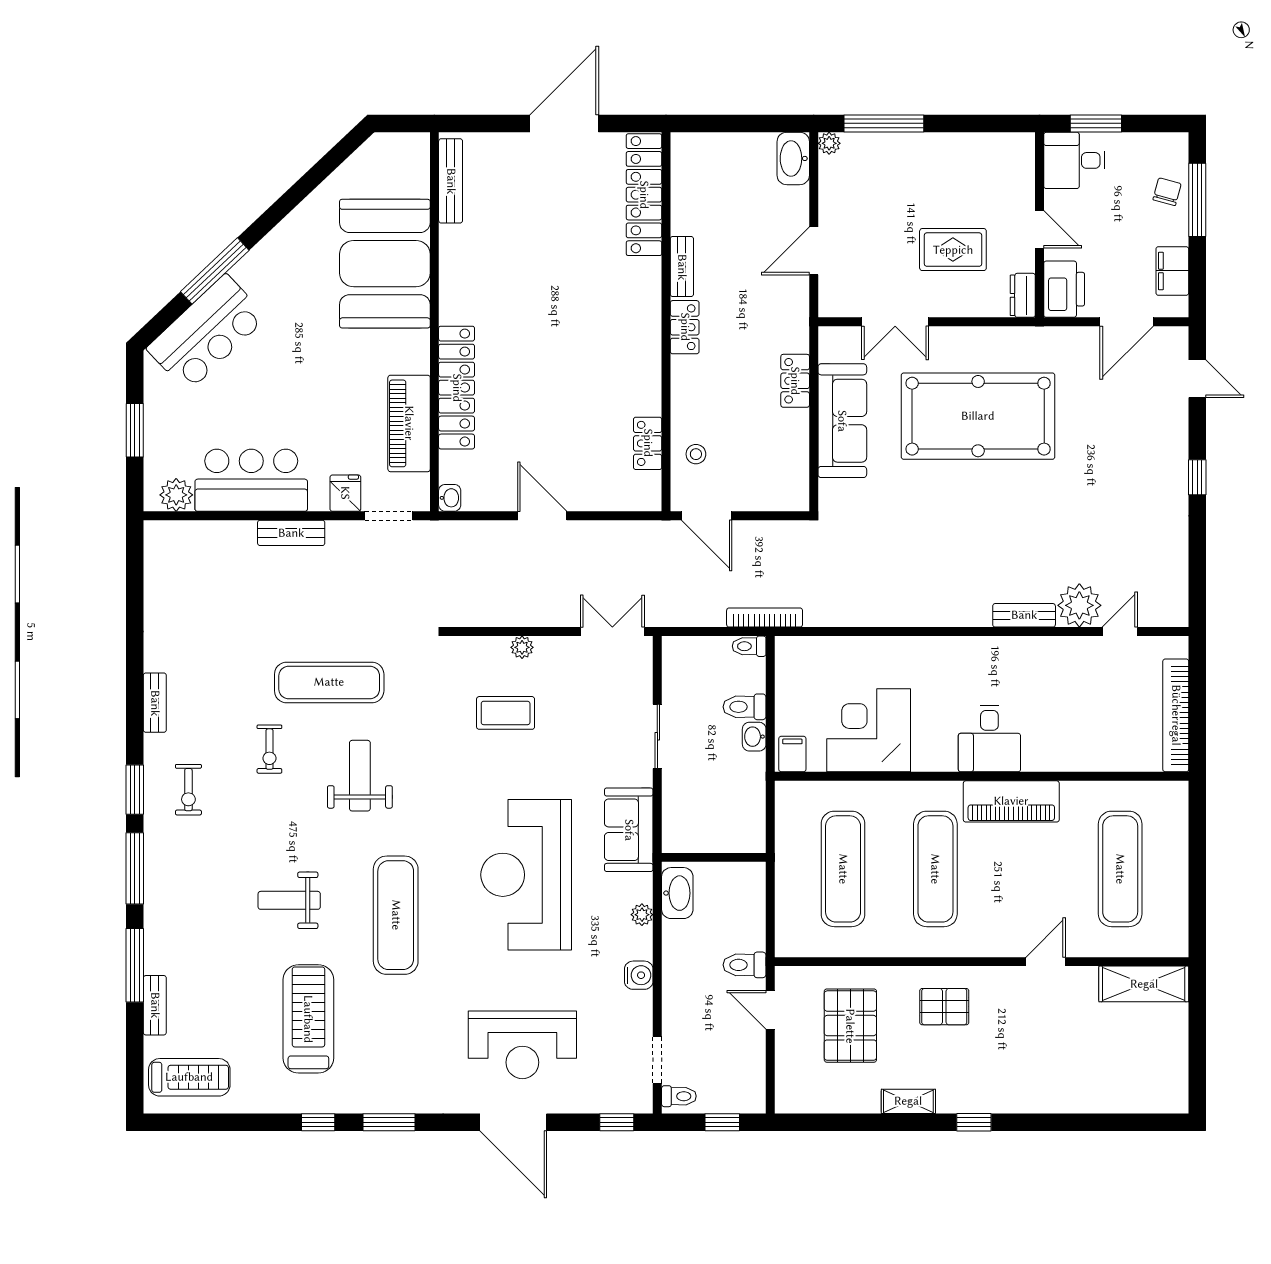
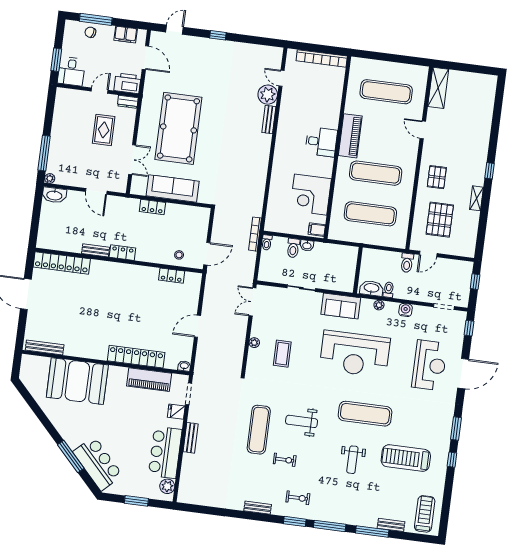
pallet: (850, 1026) -> (440, 220), turned 90
toilet: (679, 1096) -> (389, 290), moved

